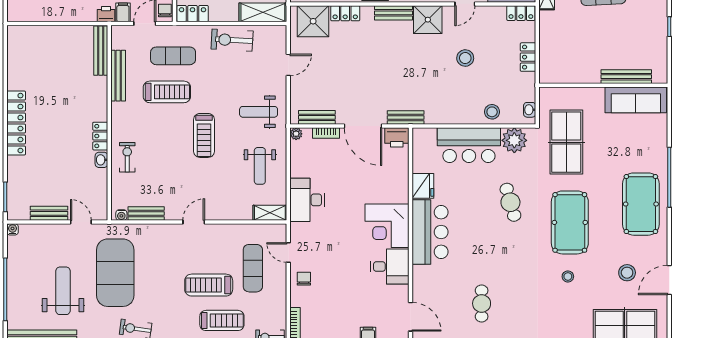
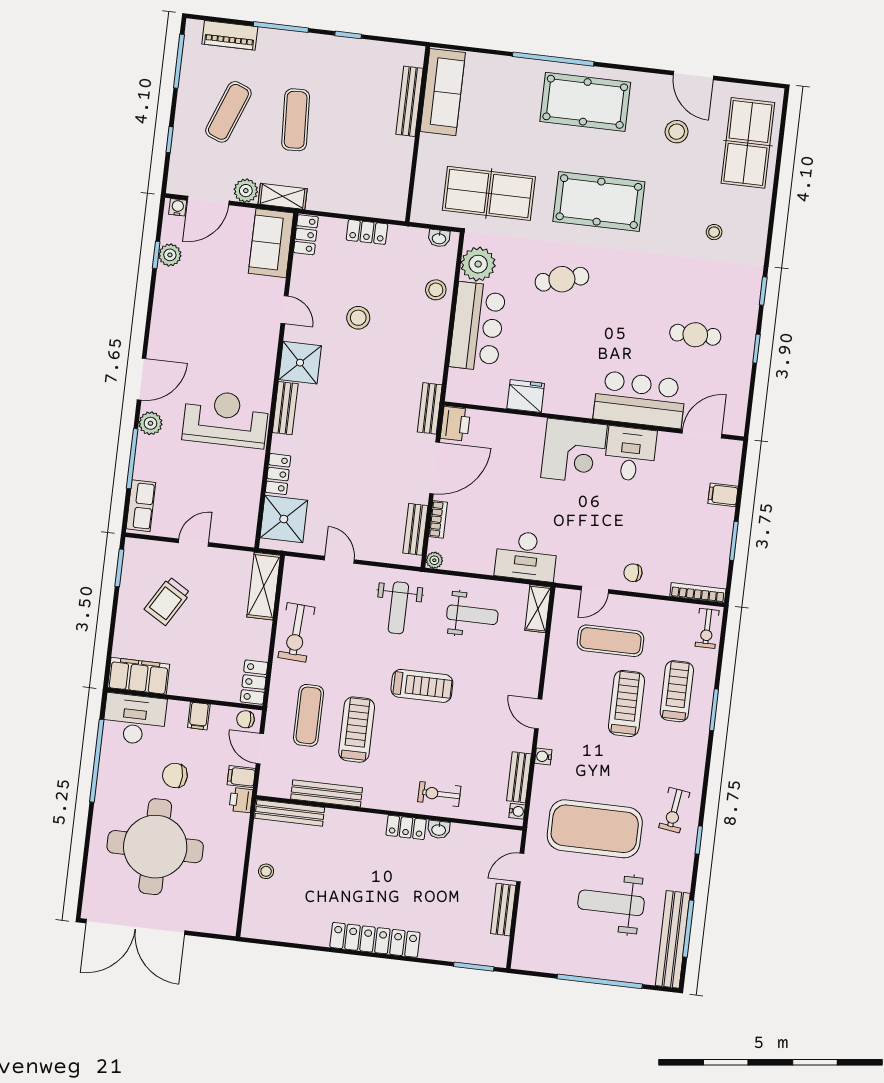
stool: (57, 38) -> (266, 871), added
water cooler: (13, 229) -> (543, 756), moved
bar counter: (430, 232) -> (640, 400), moved
stool: (568, 276) -> (714, 232), moved
treadmill: (209, 285) -> (626, 703), turned 180

